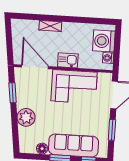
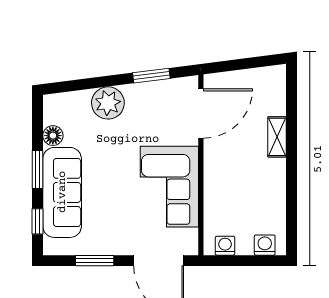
washing machine: (104, 41) -> (265, 245), width x0.53, depth x0.53
kitchen sink: (68, 60) -> (216, 173), removed

